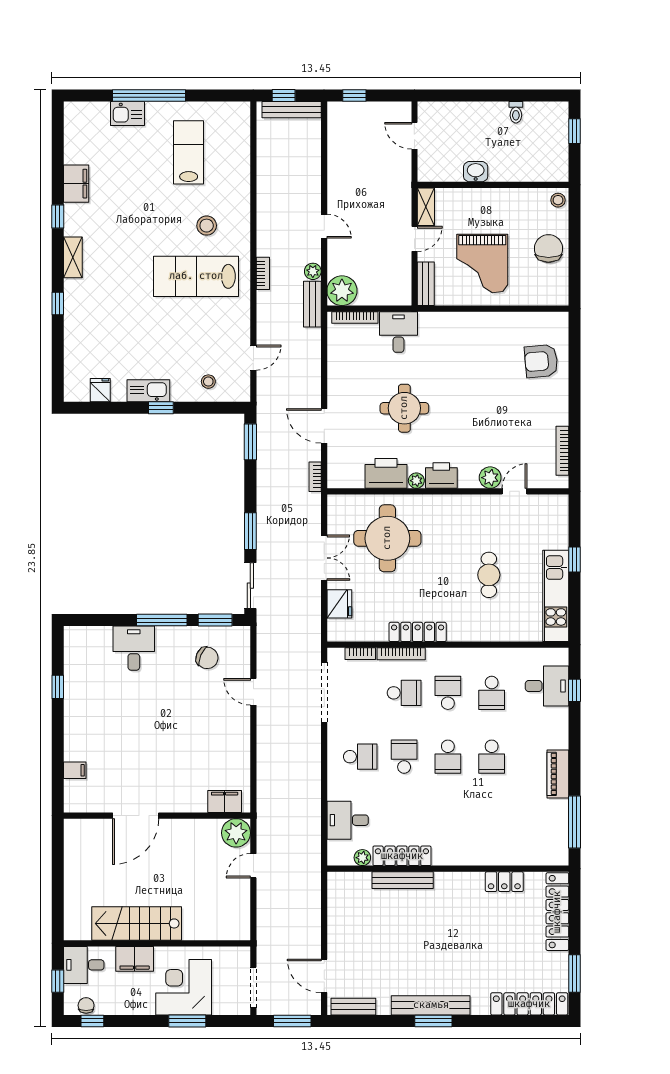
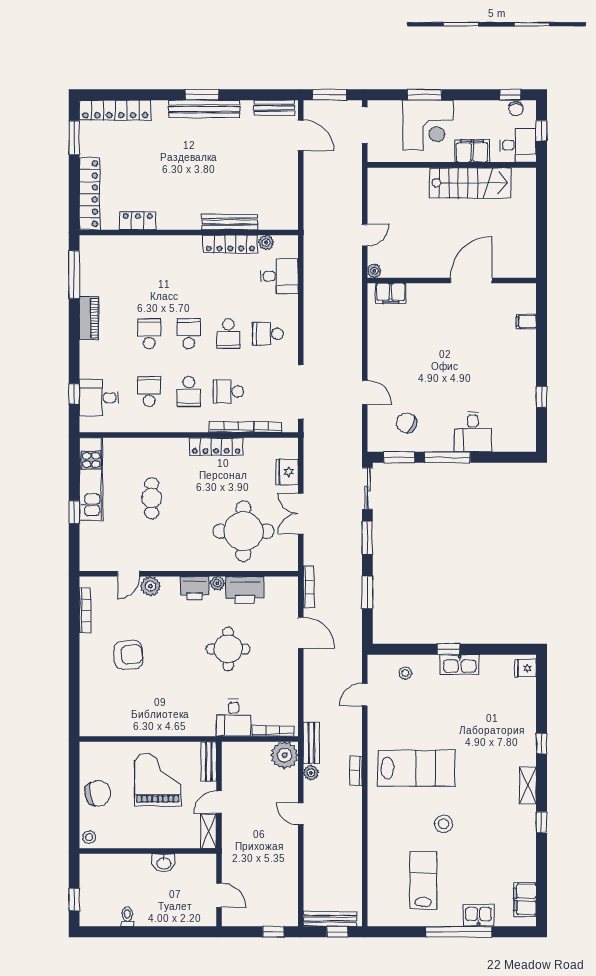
lab bench: (189, 152) -> (423, 880), turned 180
filing cabinet: (76, 184) -> (525, 899), moved
stool: (207, 226) -> (443, 824), moved
chair: (548, 249) -> (98, 793), turned -102
armchair: (541, 361) -> (128, 655), moved
fridge: (100, 390) -> (526, 668), moved, turned 90
window: (250, 442) -> (367, 592), moved
bookcase: (315, 477) -> (309, 587), width x1.56
plant: (236, 833) -> (374, 271), width x0.53, depth x0.53

